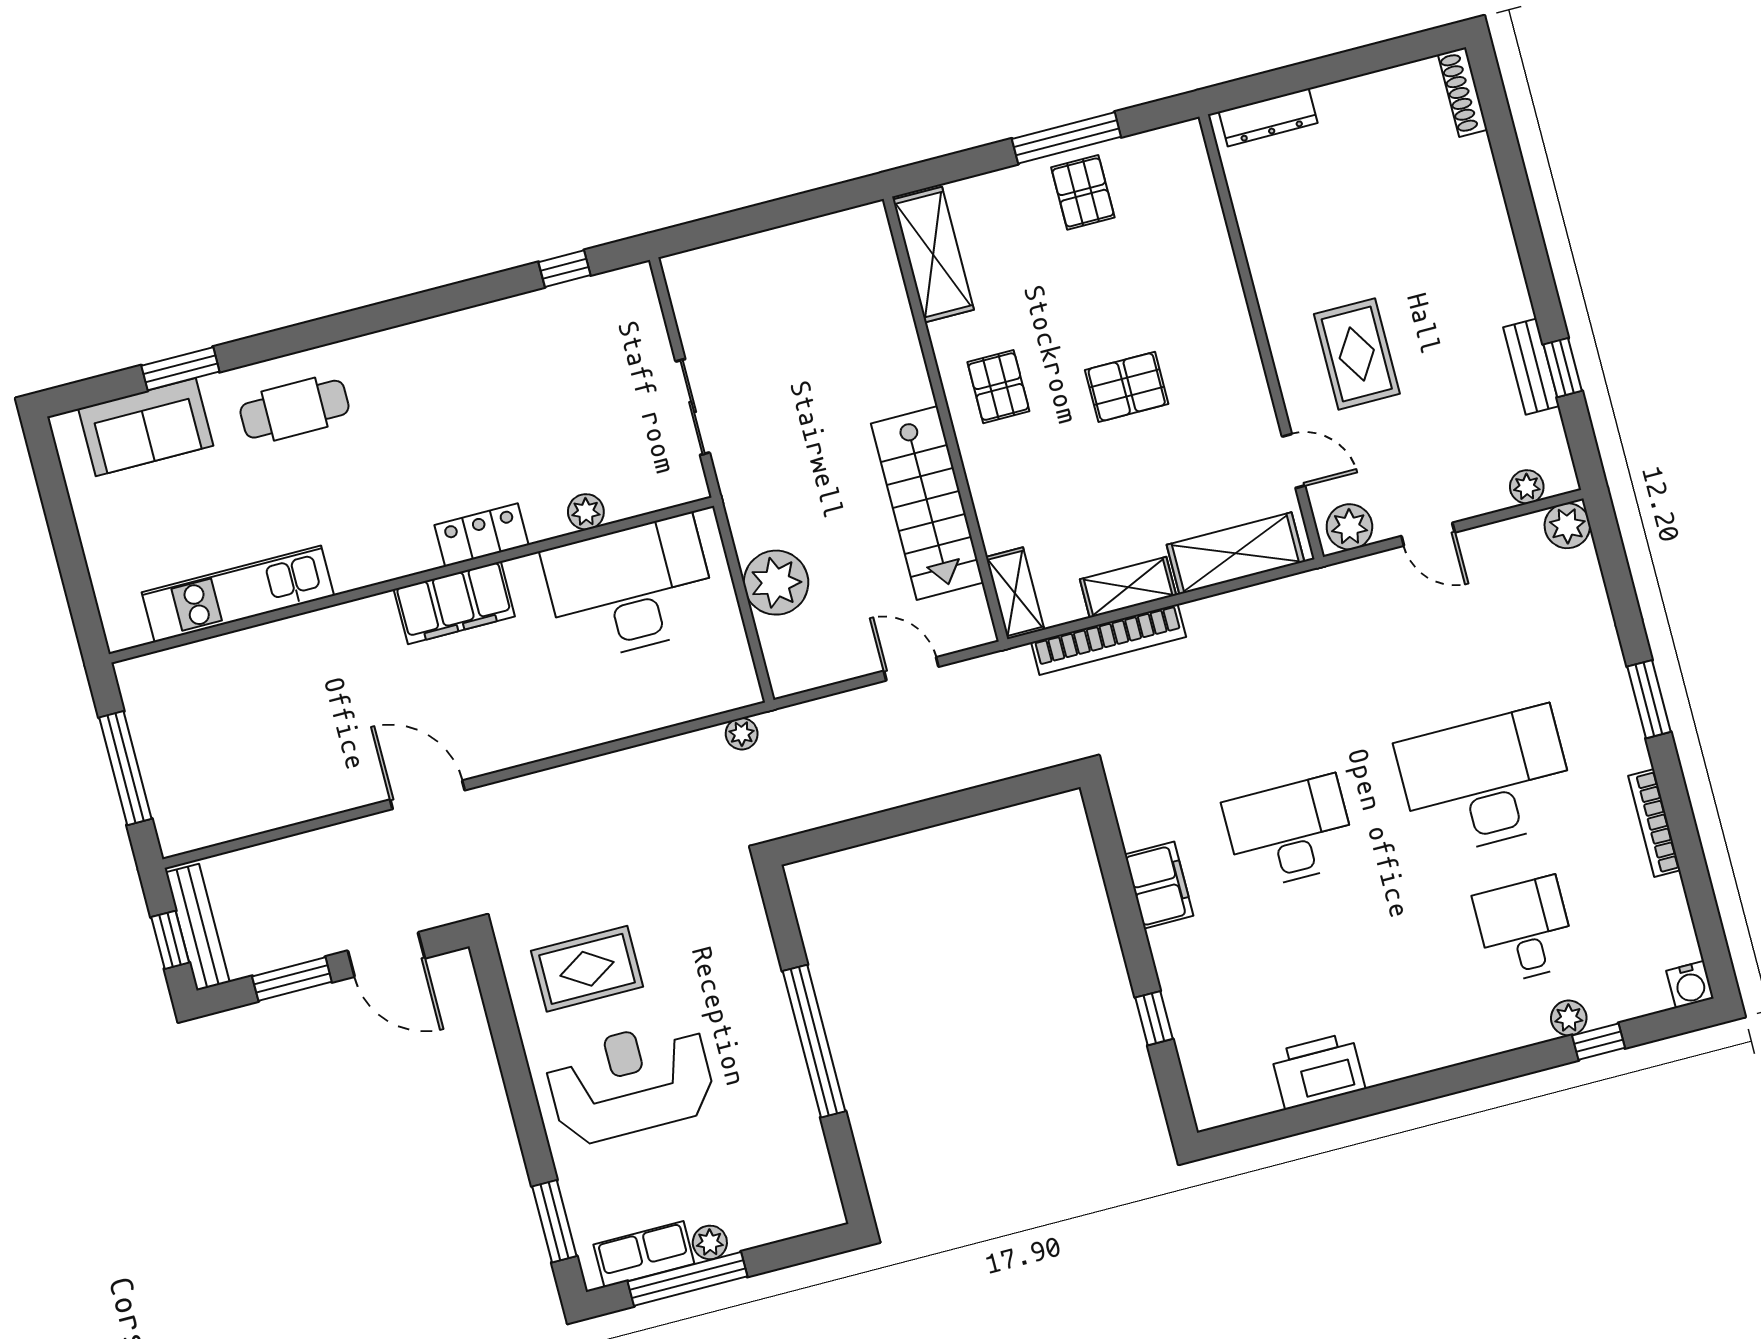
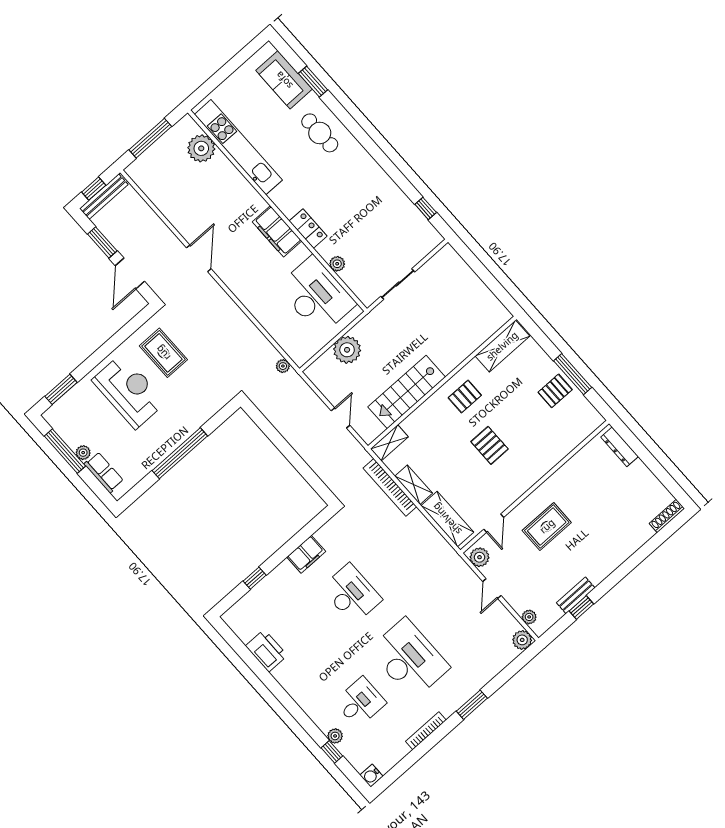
kitchen unit: (238, 594) -> (238, 147), width x1.36
plant: (201, 673) -> (201, 148), added
row of seats: (644, 1254) -> (104, 472), moved

